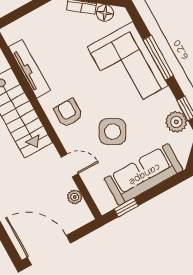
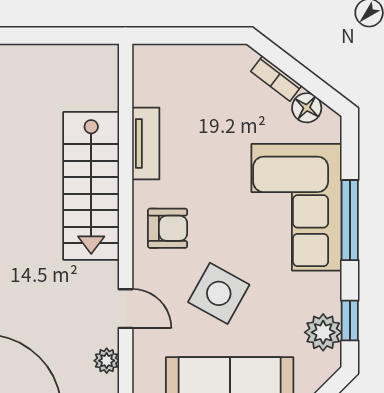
tv unit: (29, 69) -> (146, 144), width x0.71
armchair: (68, 113) -> (168, 228), turned 90

